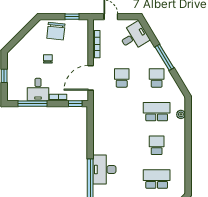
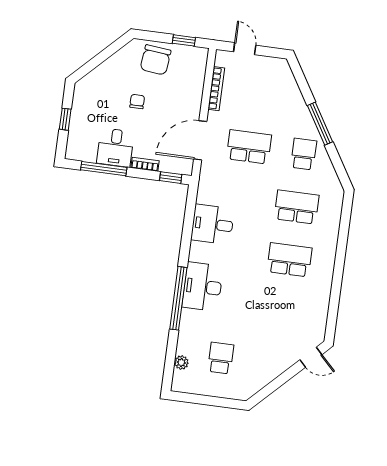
desk: (134, 37) -> (212, 224), moved, turned -149
school desk: (122, 78) -> (249, 147), width x1.85
plant: (181, 114) -> (334, 216), removed
school desk: (157, 145) -> (289, 260), width x1.85
school desk: (157, 179) -> (282, 313), removed

